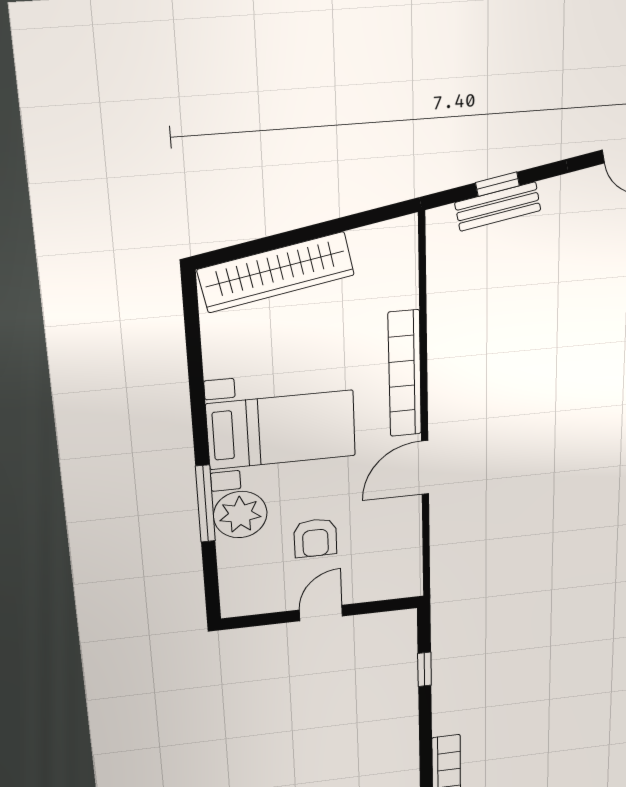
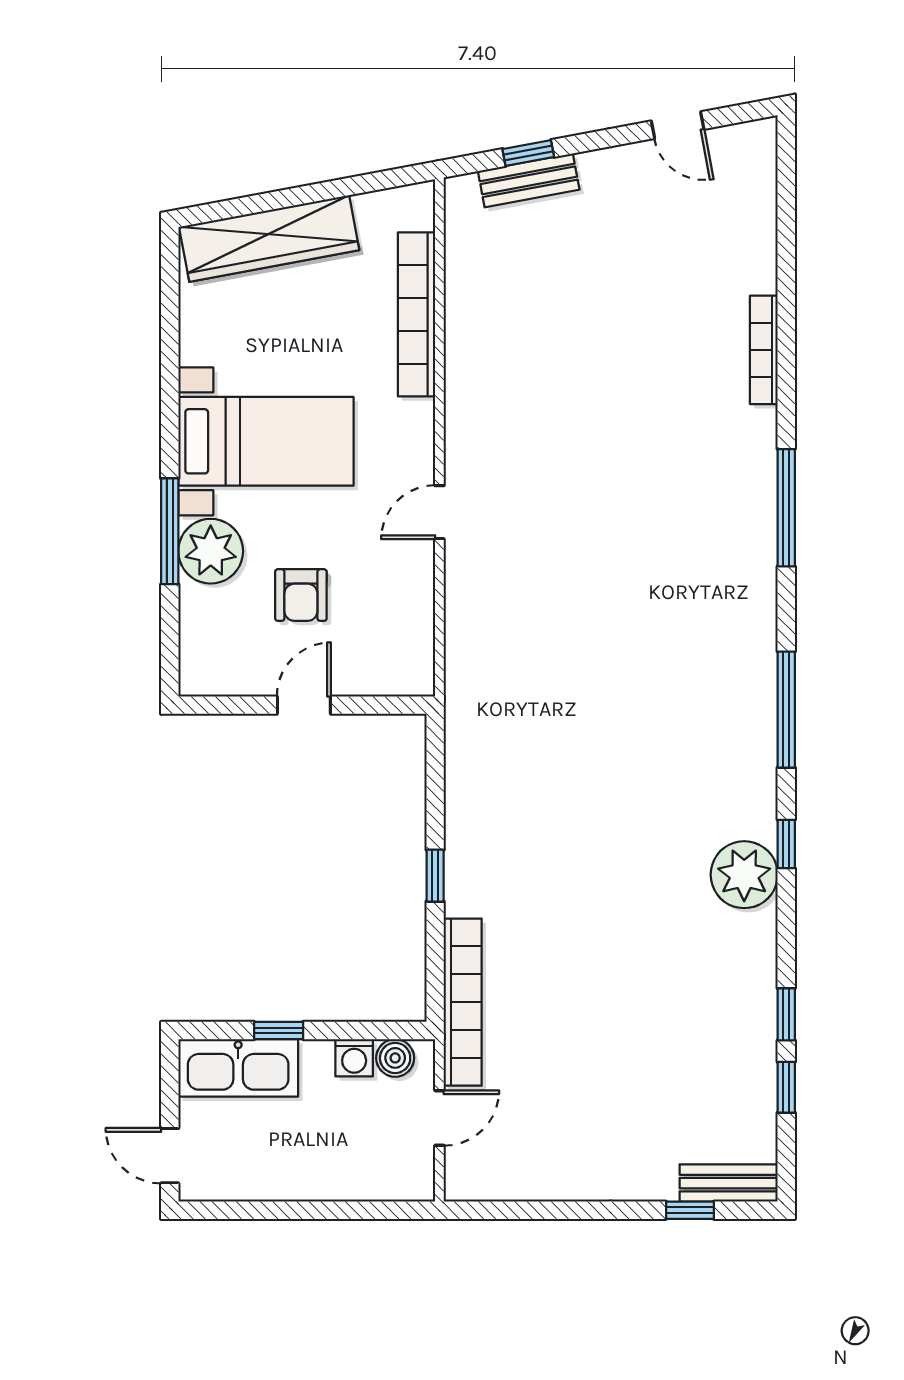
bookcase: (405, 374) -> (417, 314), moved
door: (425, 468) -> (439, 512), width x0.73
window: (425, 669) -> (435, 876), moved

